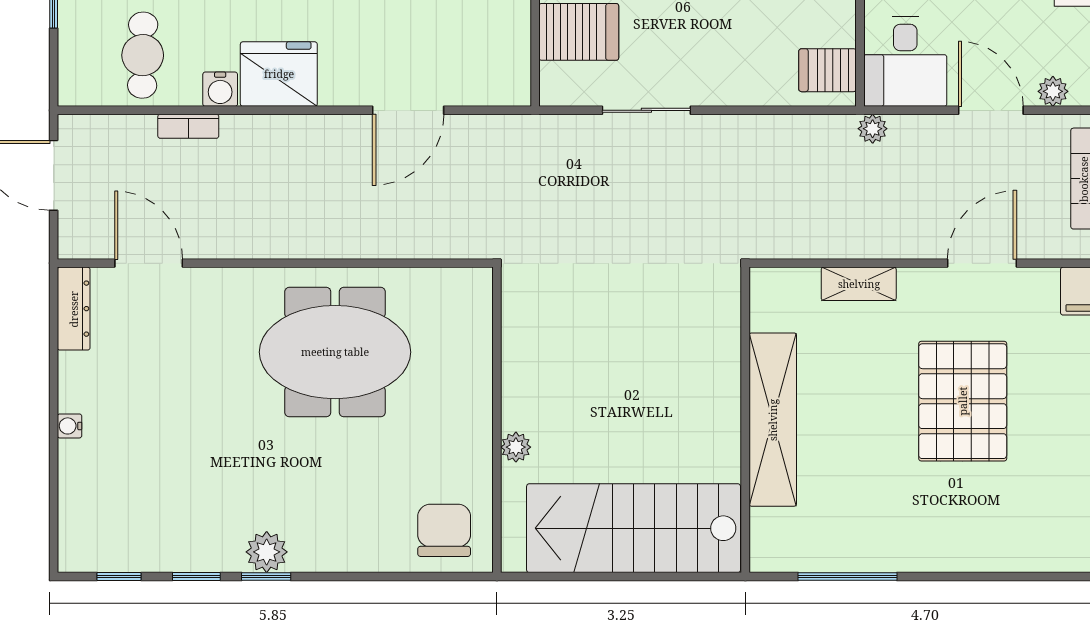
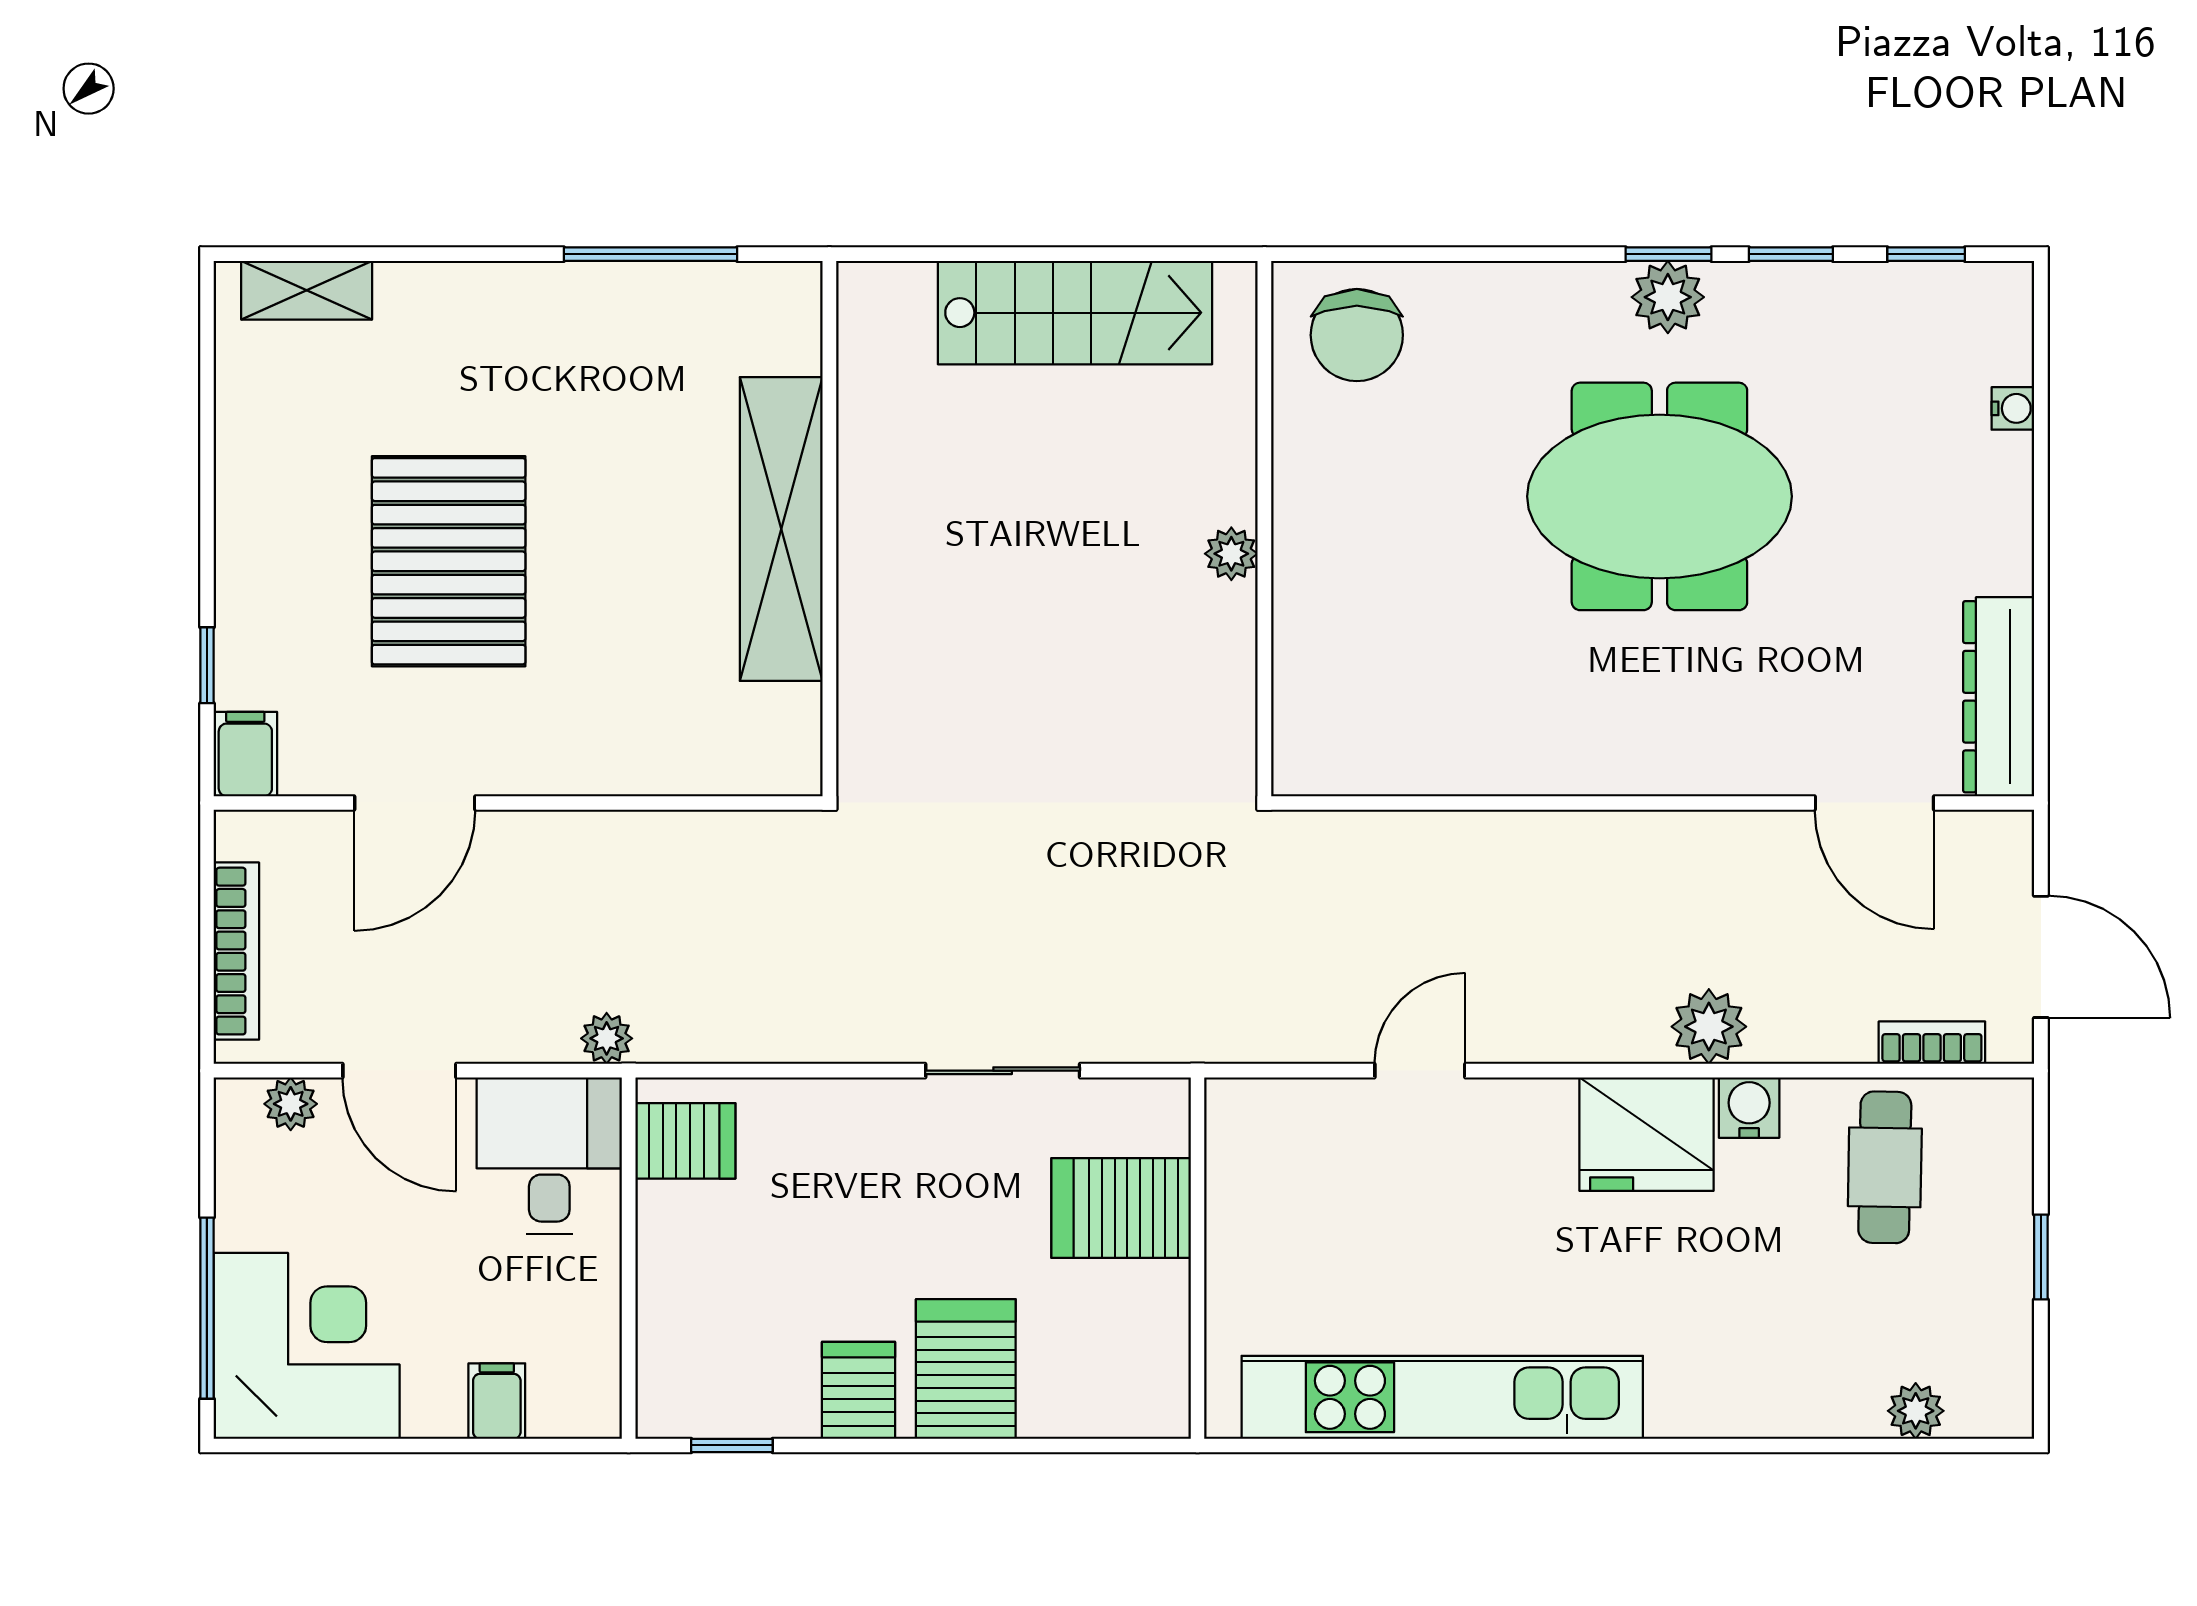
door: (408, 110) -> (1420, 1071), width x0.73
bookcase: (188, 126) -> (1932, 1043), moved
plant: (243, 136) -> (1709, 1027), added
shelving: (859, 284) -> (307, 290), moved
dresser: (74, 309) -> (1999, 697), width x1.37, depth x1.24
meeting table: (335, 352) -> (1659, 496), moved
water cooler: (70, 426) -> (2013, 408), moved
plant: (516, 447) -> (1231, 554), moved
stairs: (634, 528) -> (1075, 313), width x0.73, depth x0.66

